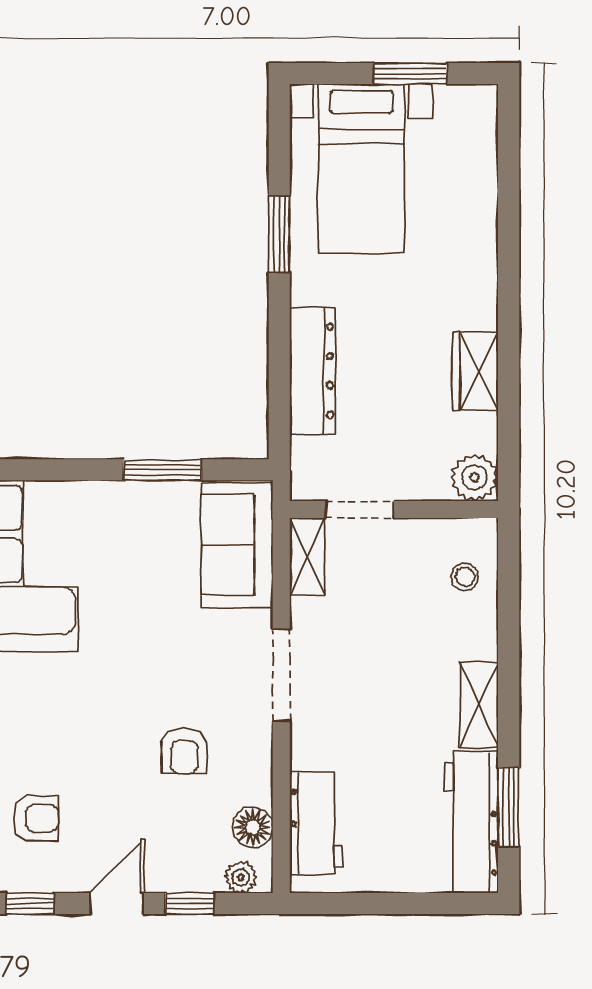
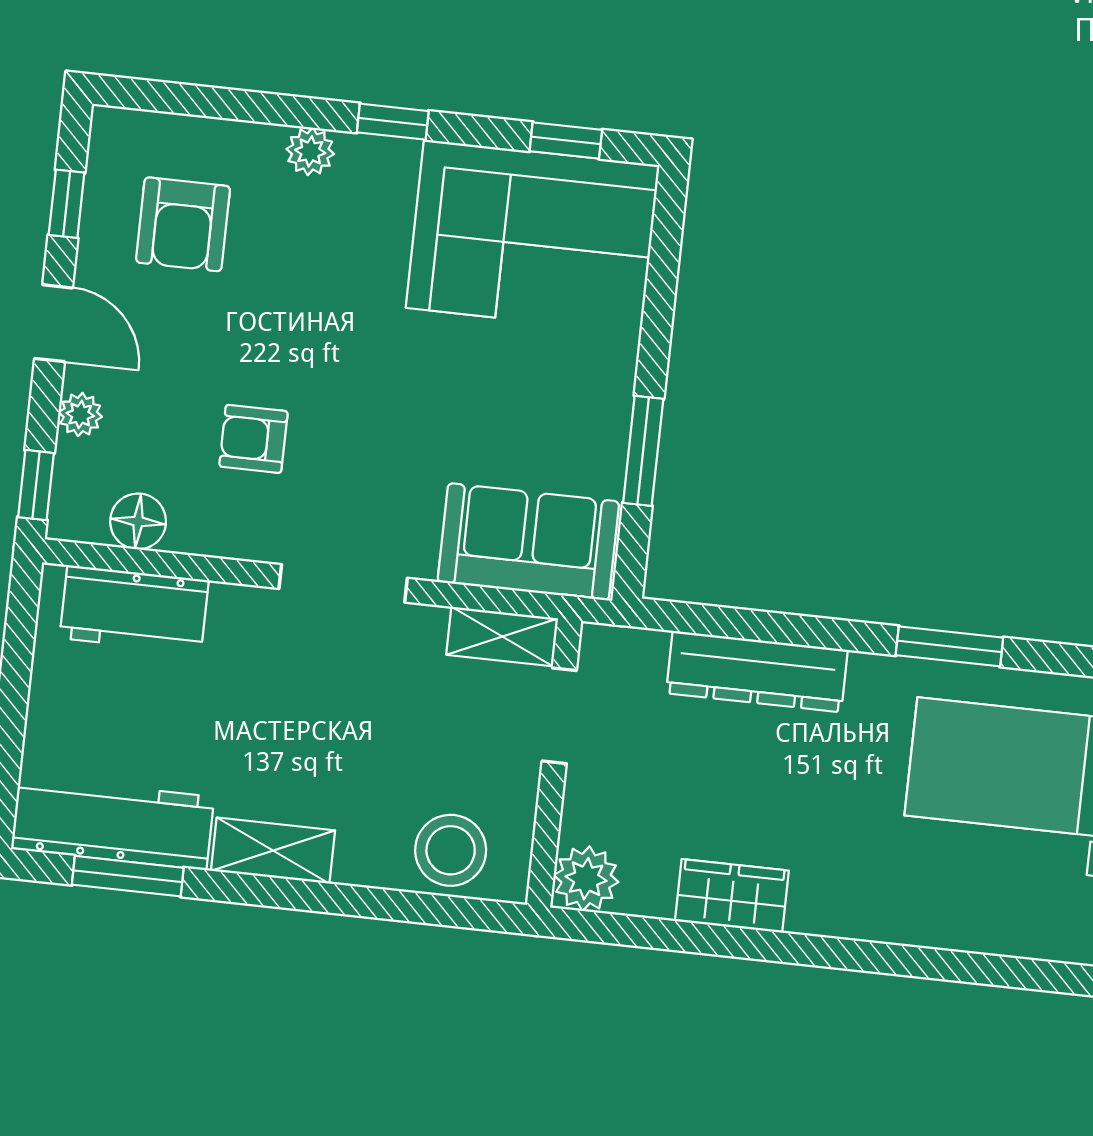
stool: (465, 577) -> (451, 850), width x1.89, depth x1.89
armchair: (36, 818) -> (183, 224), width x1.38, depth x1.38
plant: (241, 877) -> (80, 415), moved
window: (190, 904) -> (36, 485), moved

